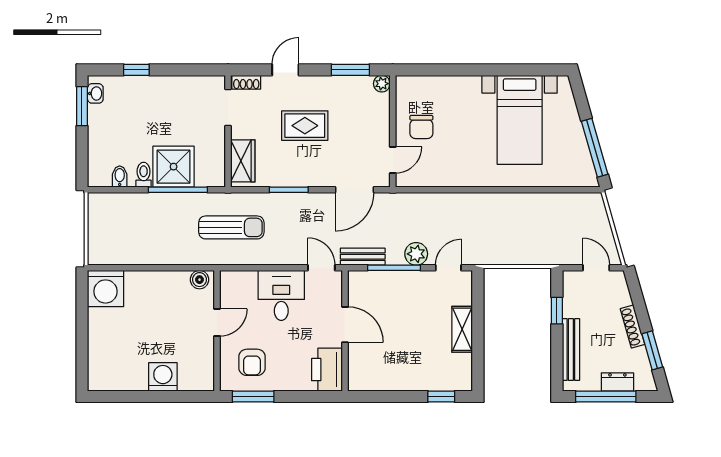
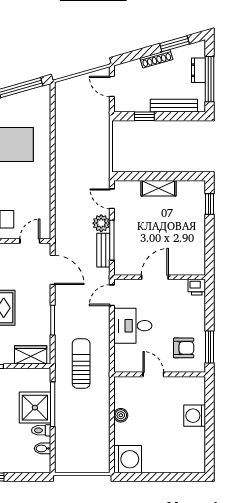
door: (393, 160) -> (30, 241), hinge flipped
bench: (363, 257) -> (103, 250), moved
door: (596, 268) -> (112, 86), hinge flipped
boiler: (199, 280) -> (121, 415), moved
printer: (327, 370) -> (197, 287), width x0.53, depth x0.68

